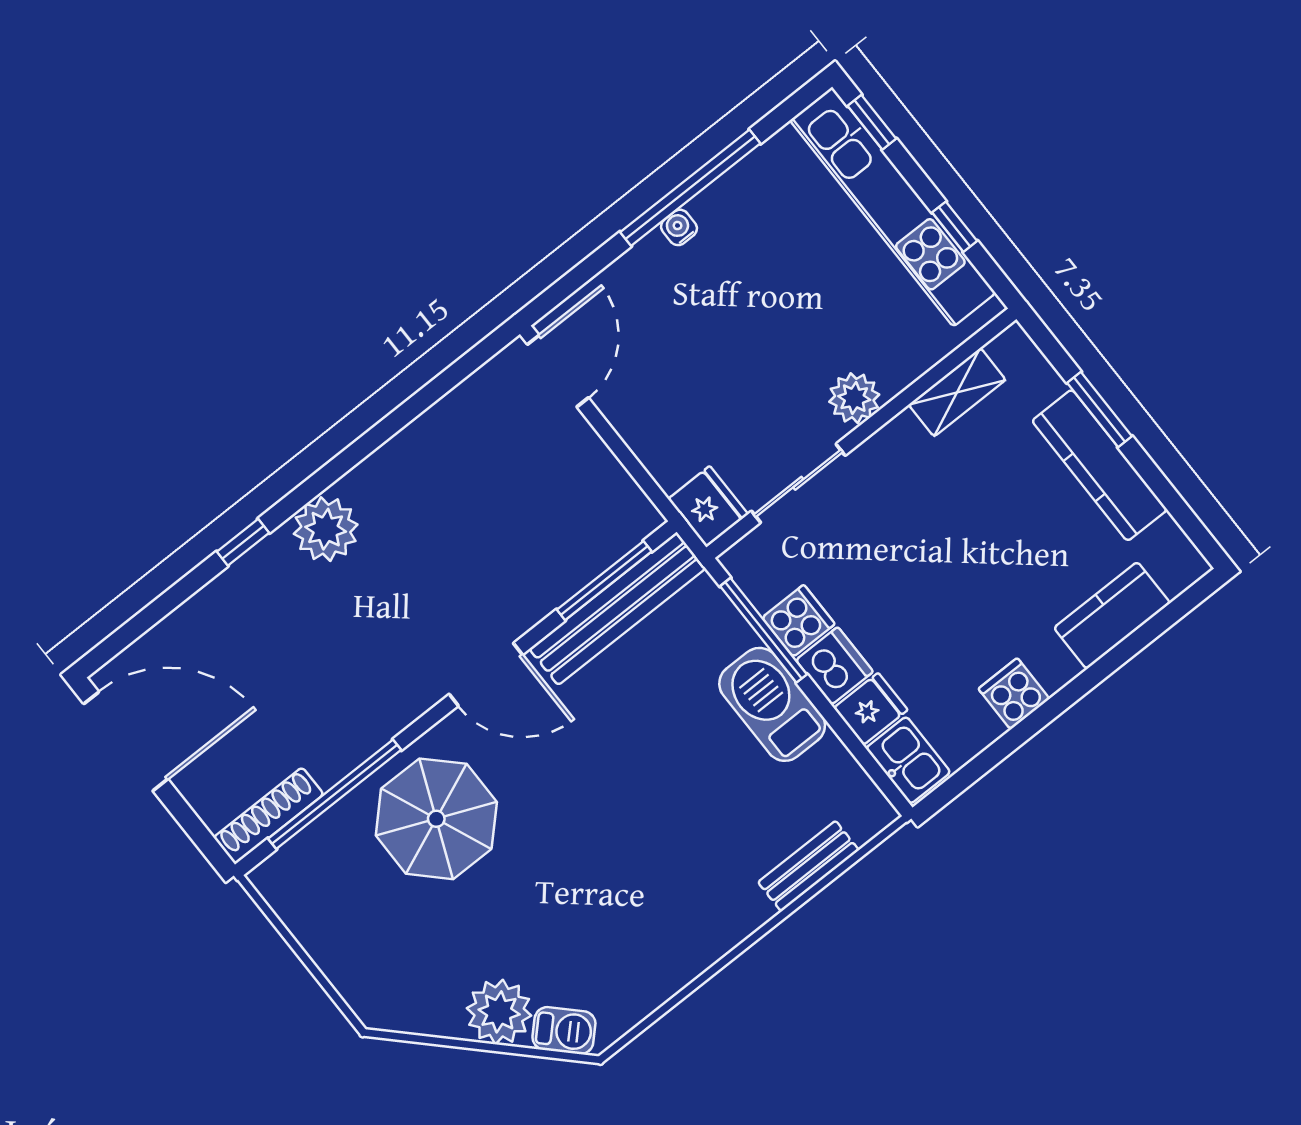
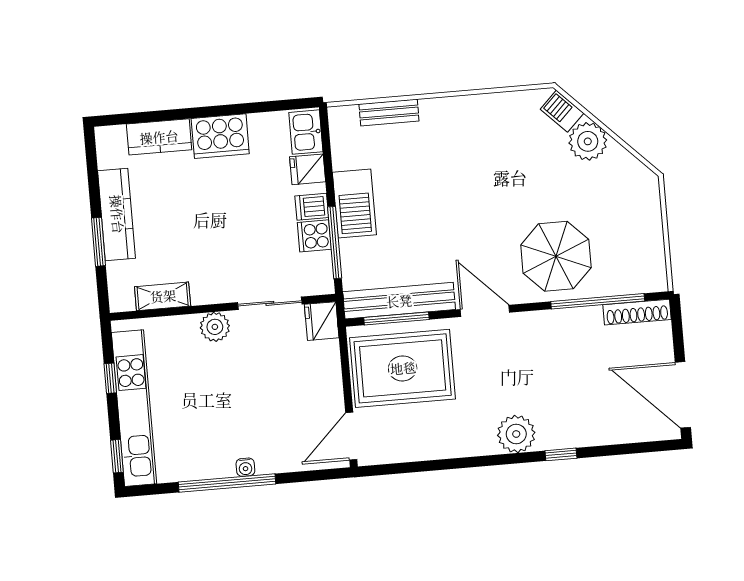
rug: (549, 515) -> (403, 368), added
dishwasher: (834, 666) -> (312, 207), width x0.73
cooker: (1014, 694) -> (220, 136), width x1.87, depth x1.31

